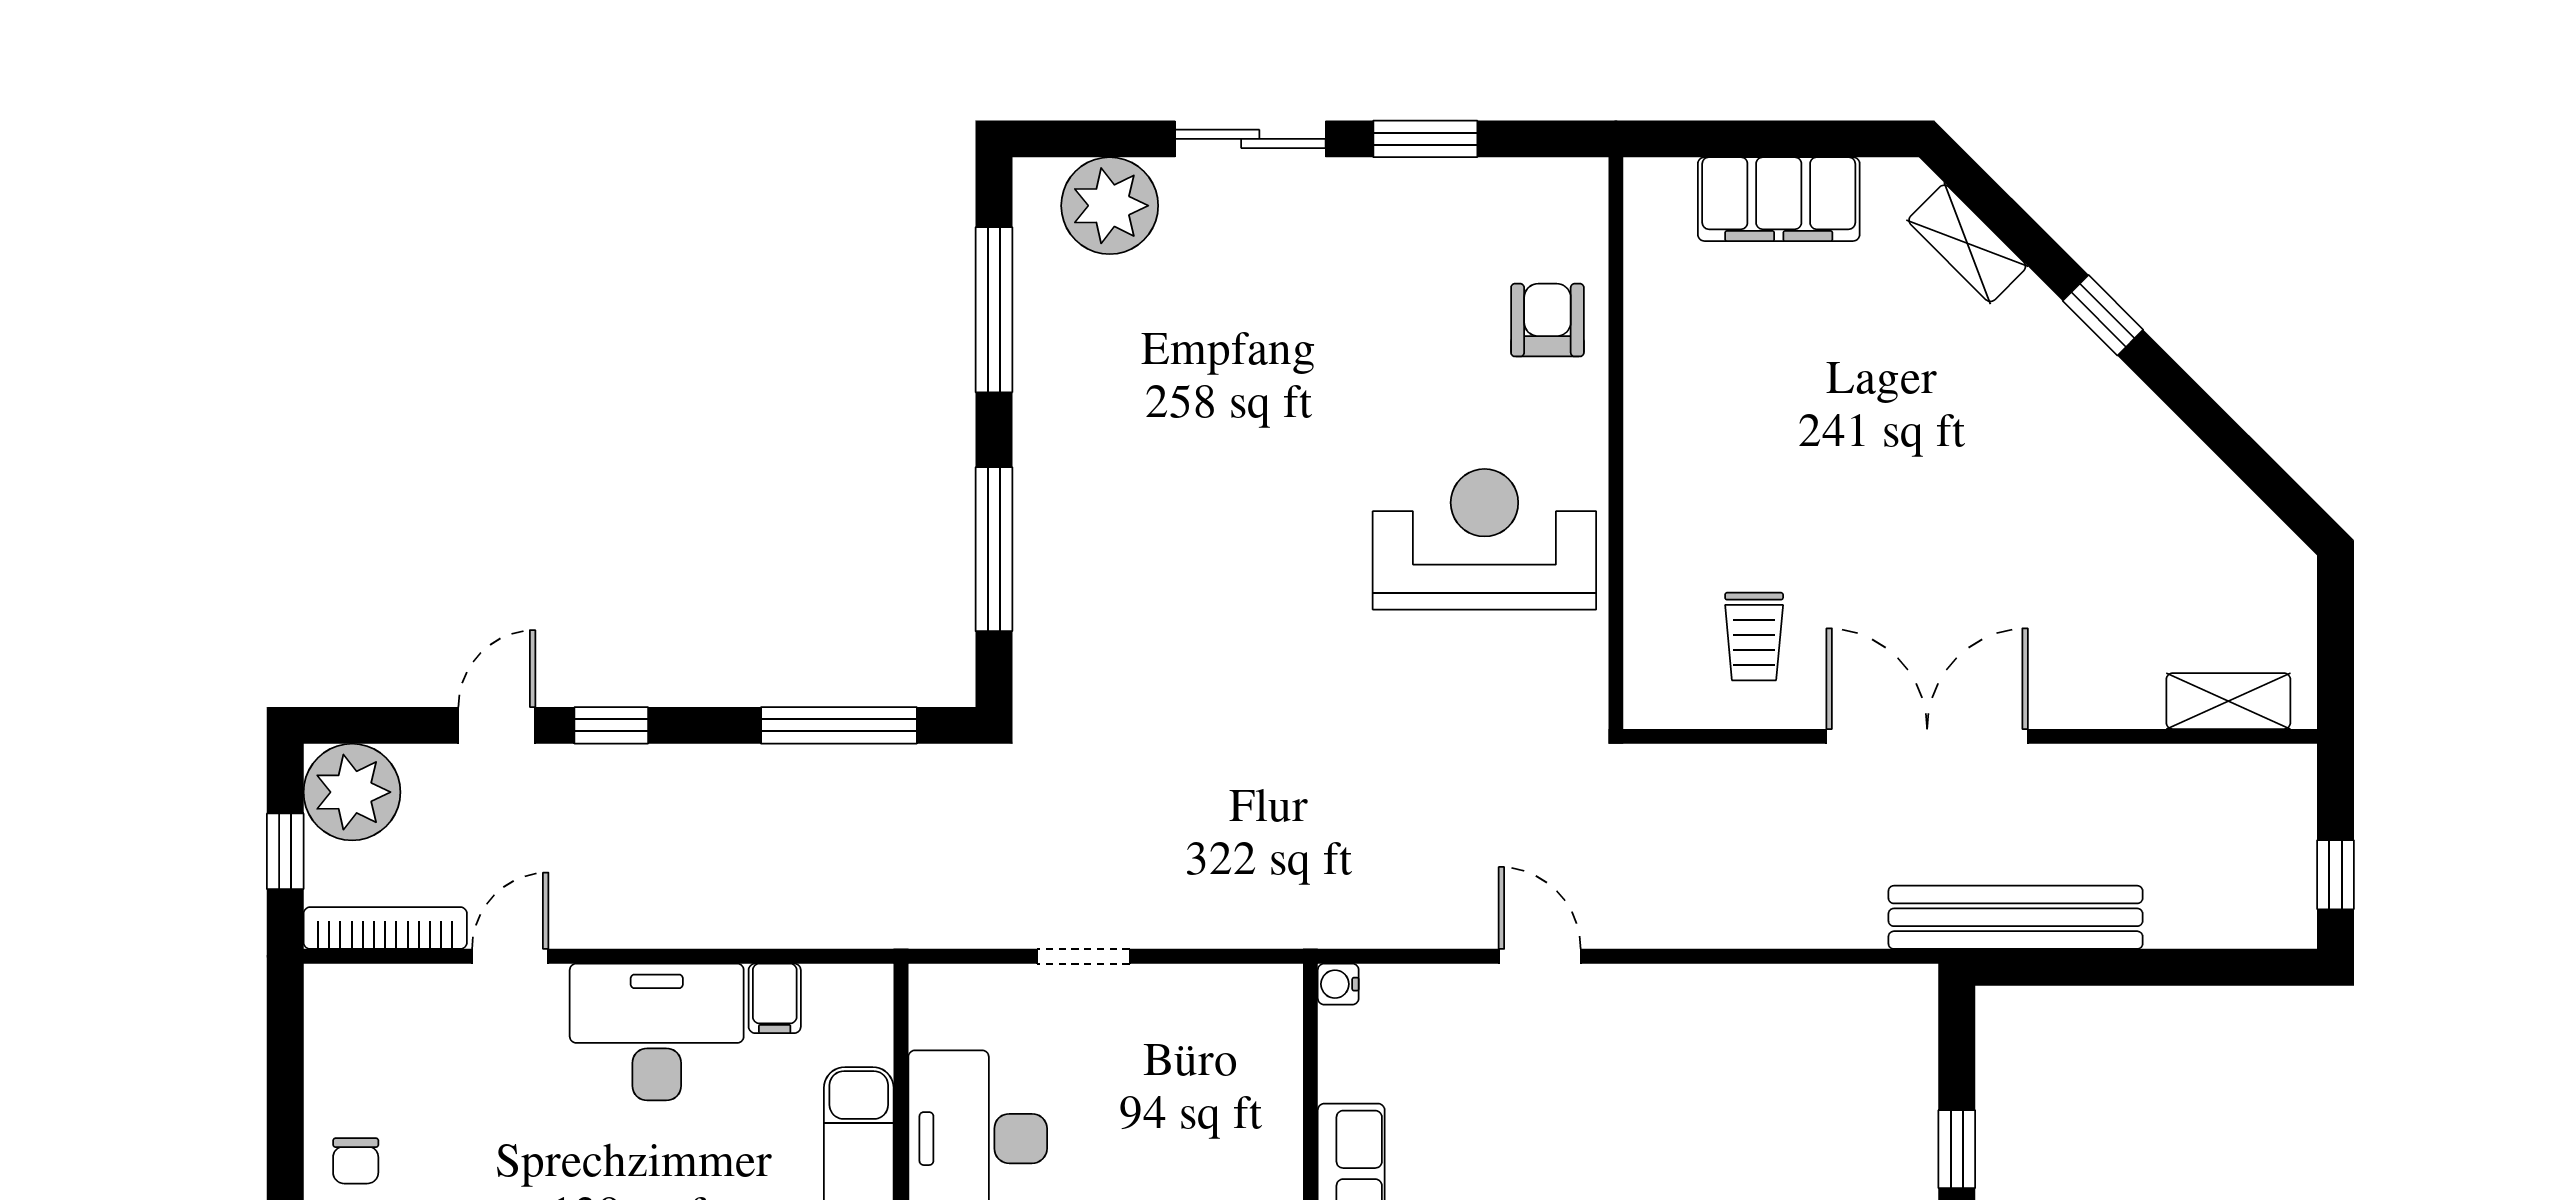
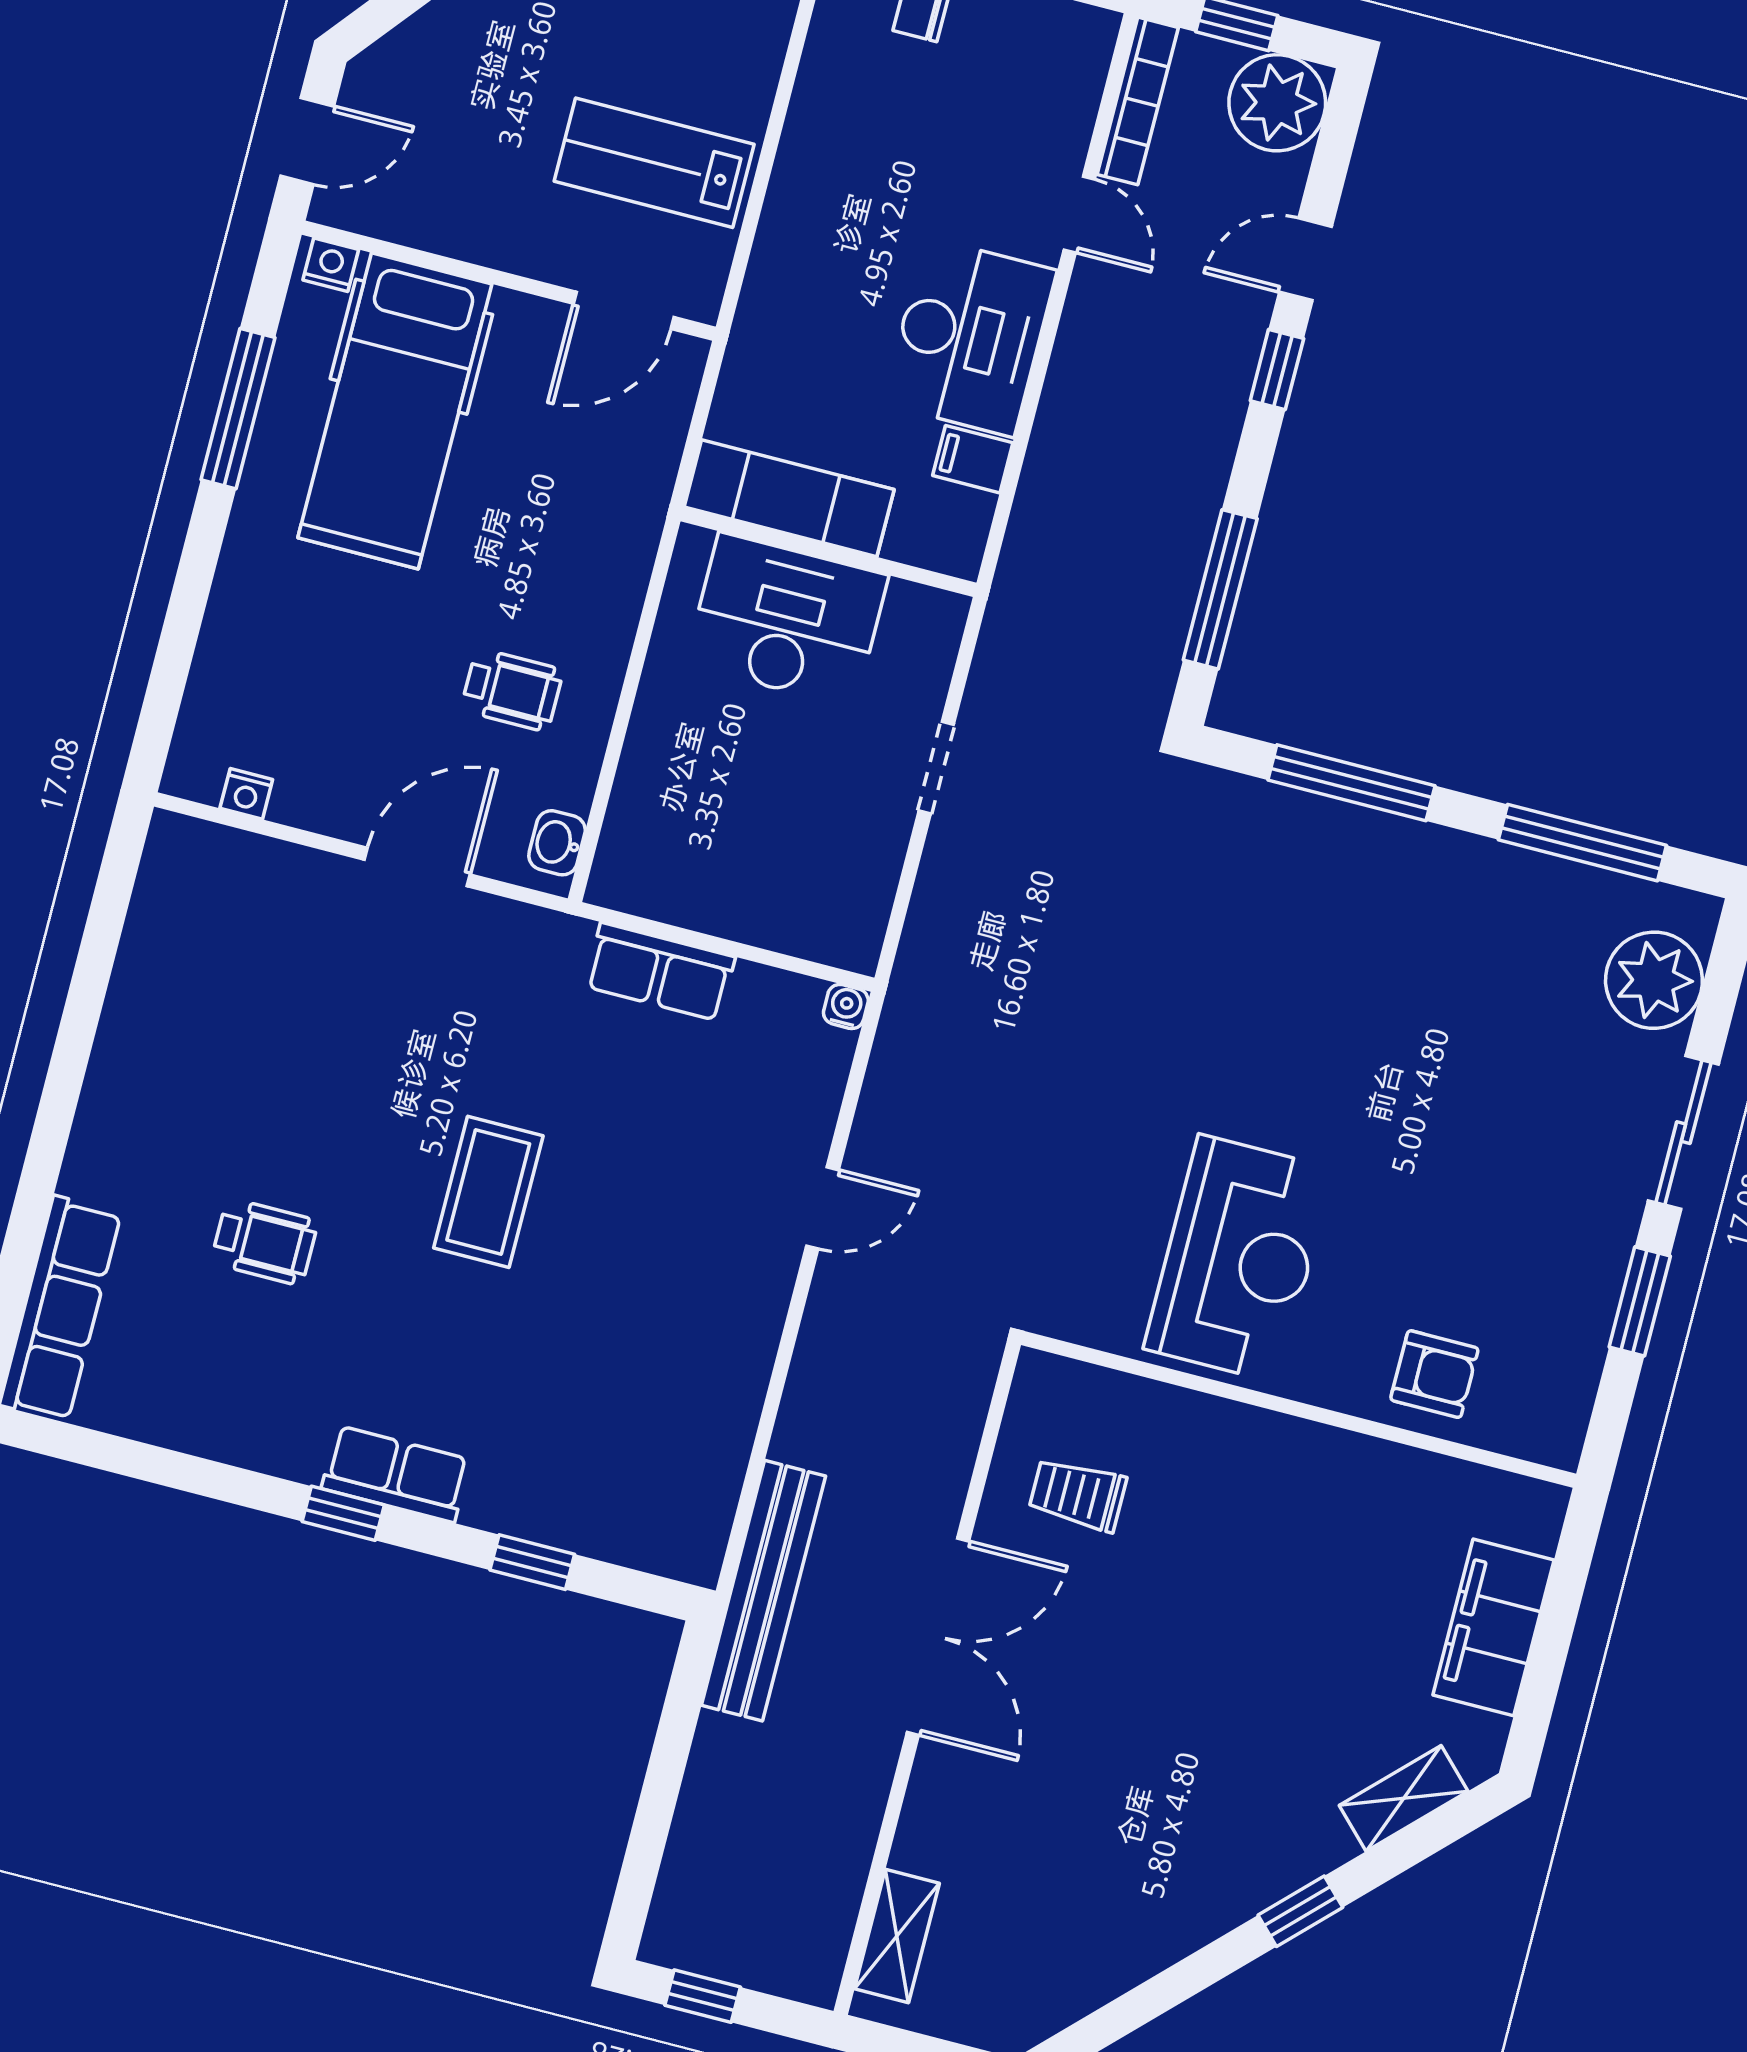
door: (497, 725) -> (1305, 259), swing flipped
bench: (2016, 917) -> (764, 1591), moved

